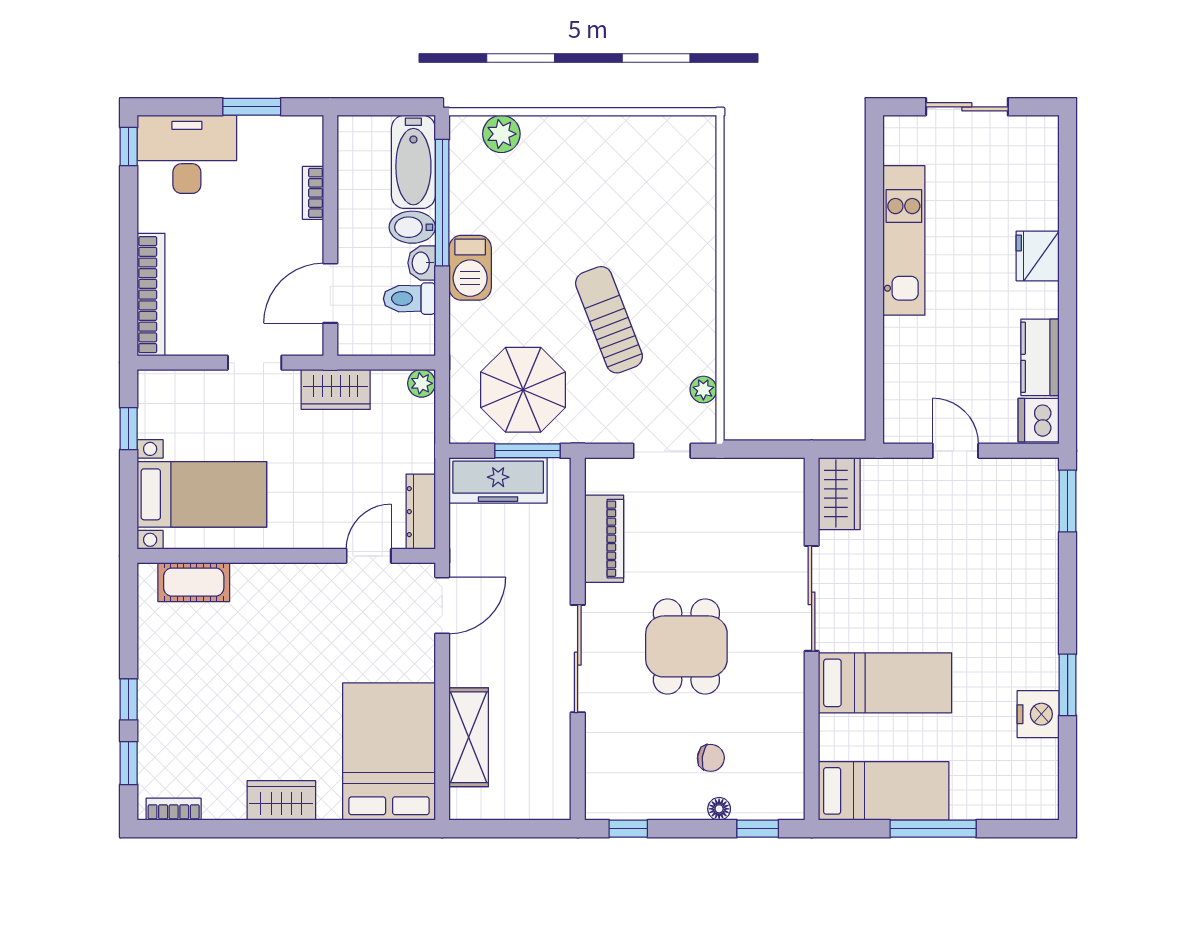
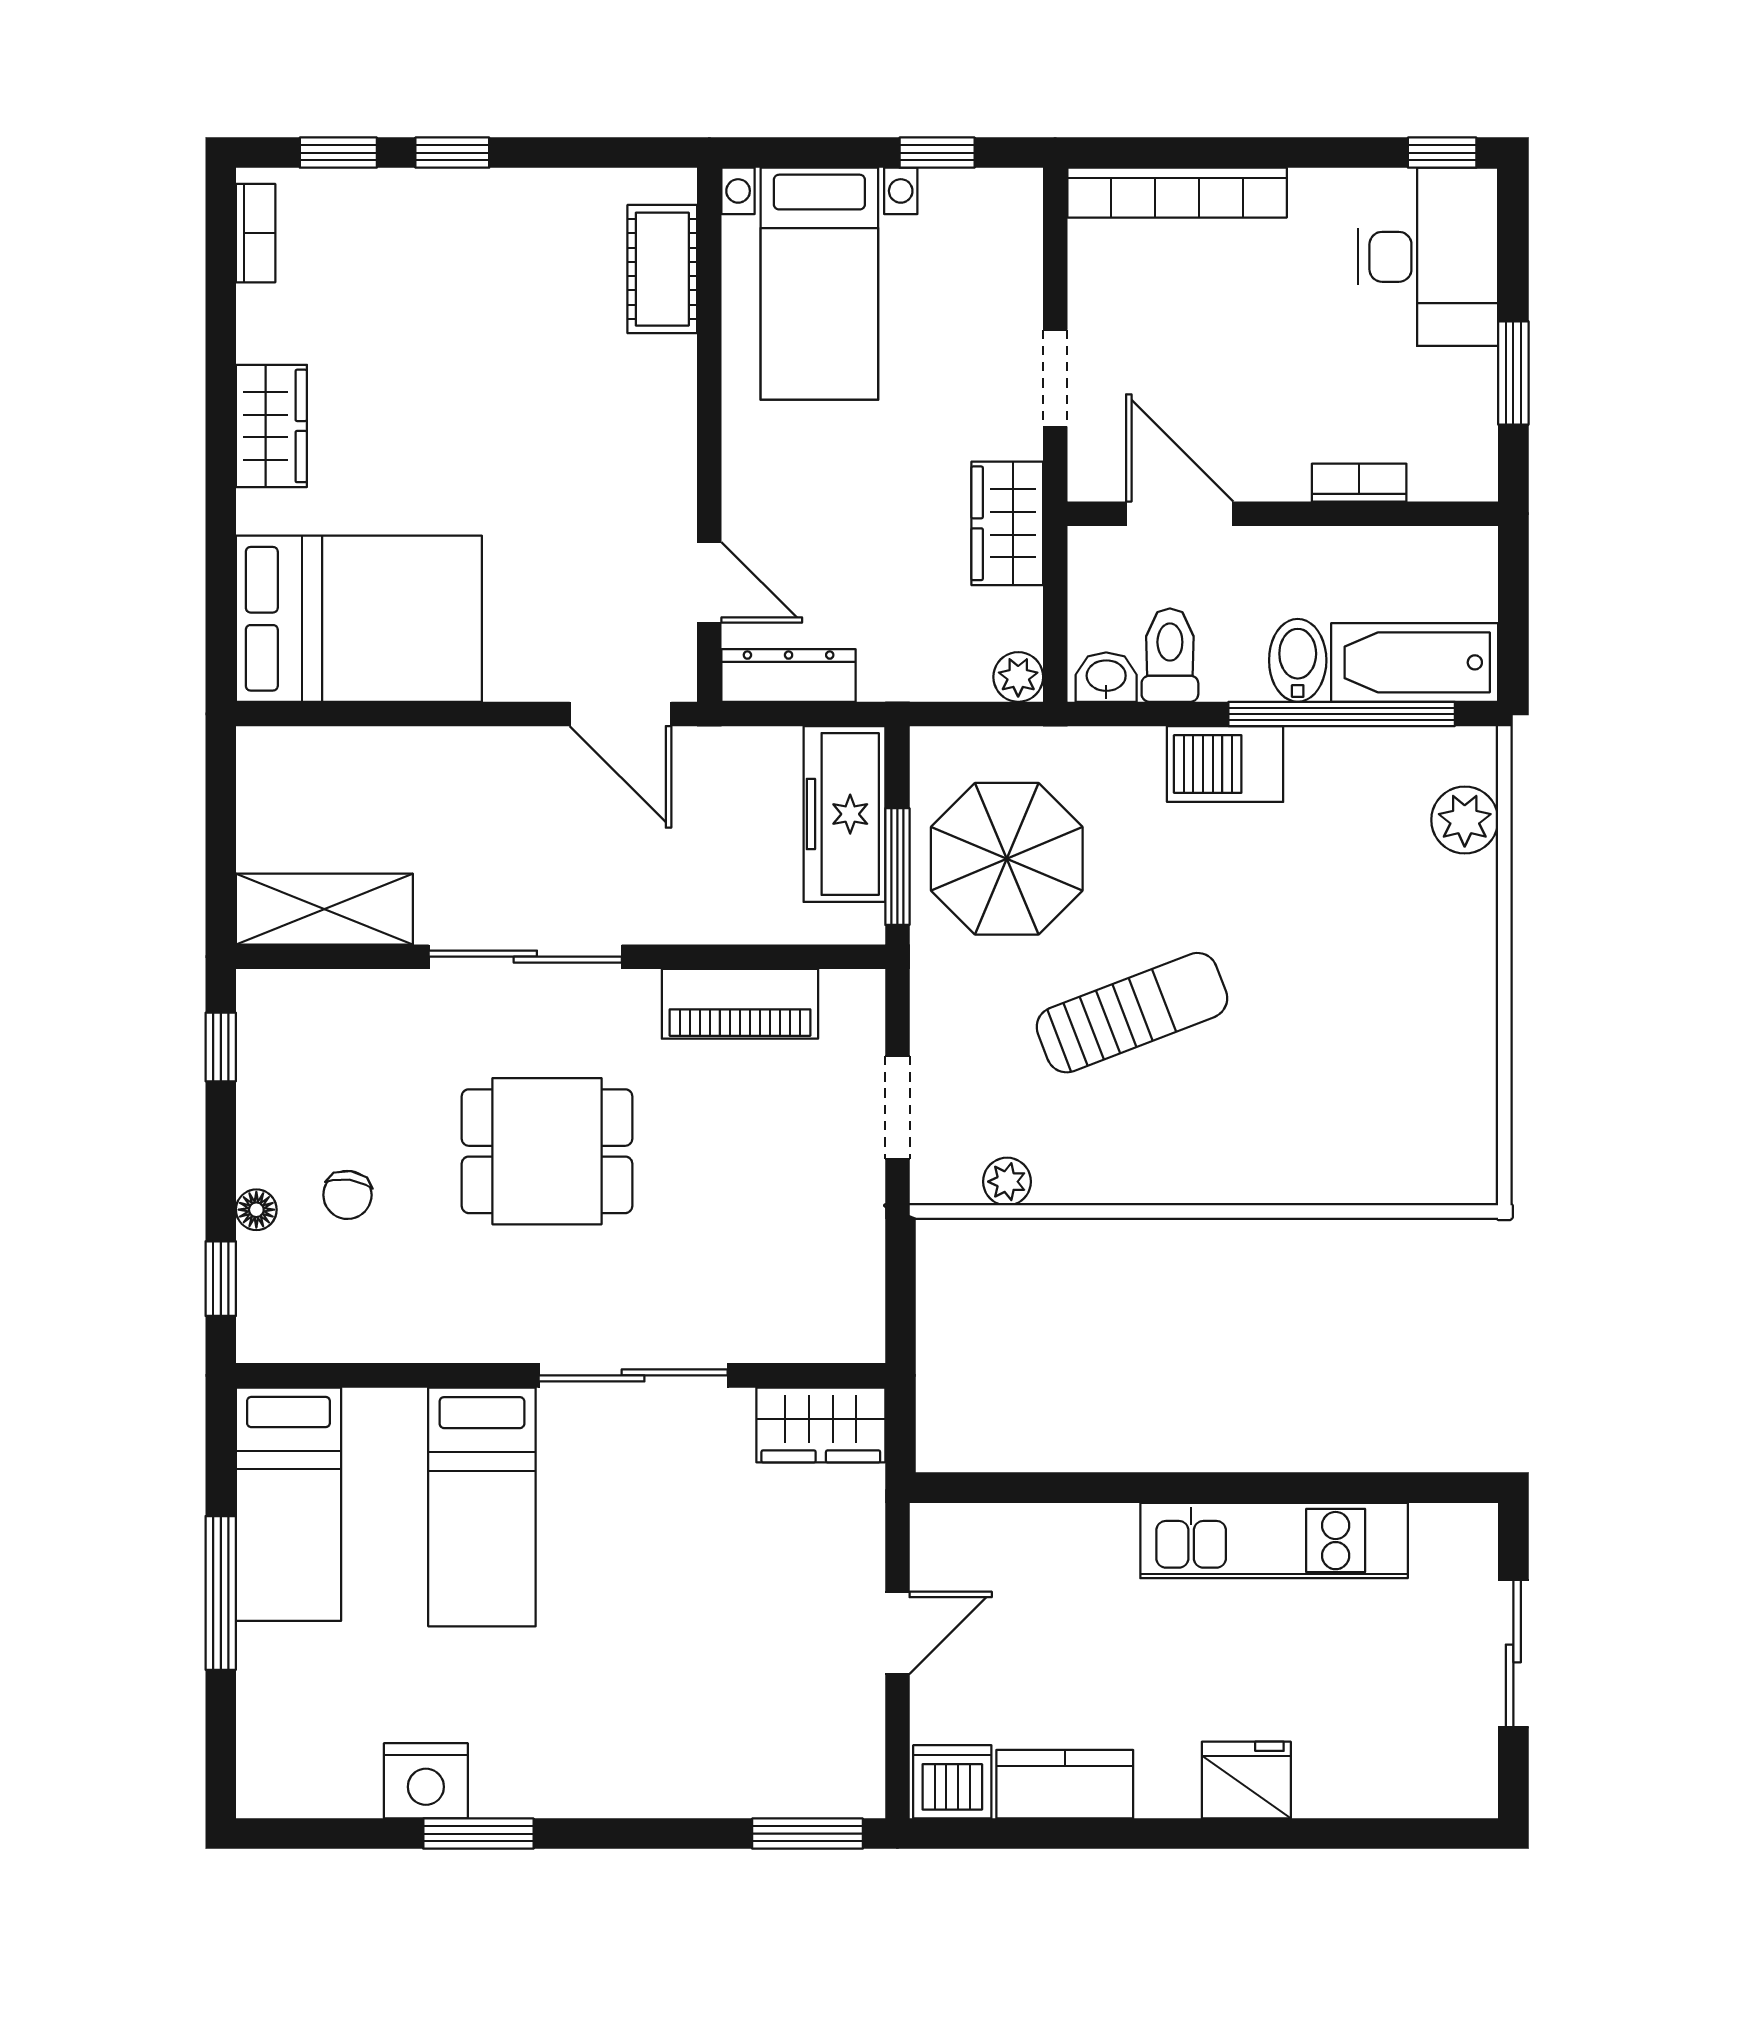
washbasin: (422, 263) -> (1106, 677), moved
shelving: (469, 737) -> (324, 909), moved

